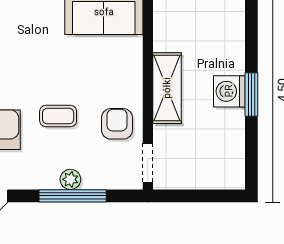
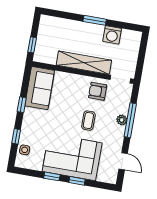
shelving: (167, 88) -> (84, 63), width x1.47
washing machine: (229, 91) -> (112, 35), moved

